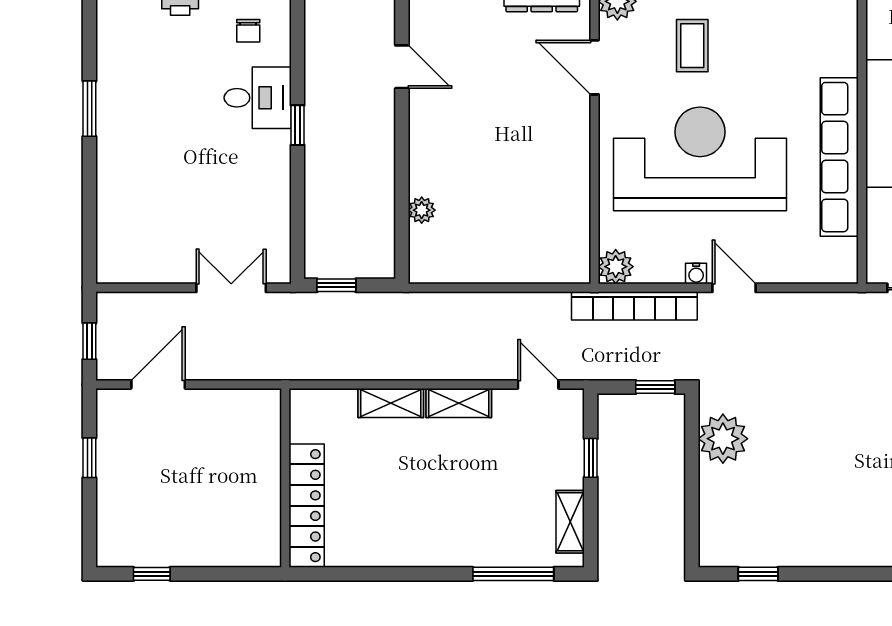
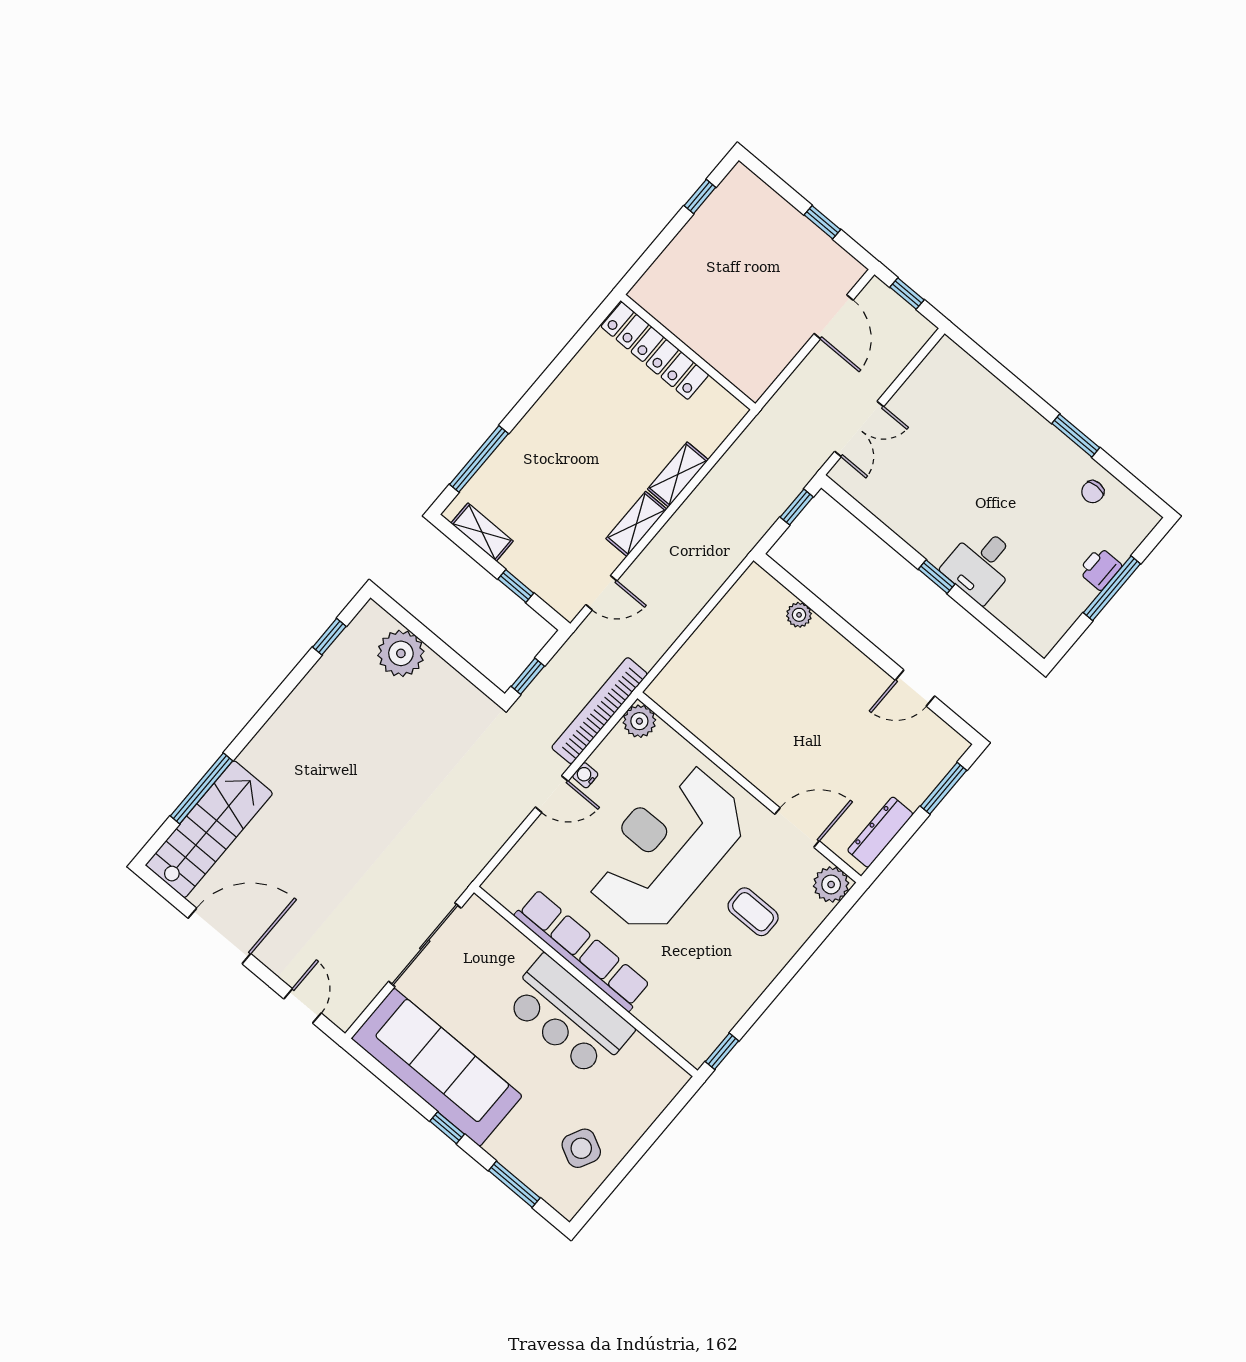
chair: (248, 31) -> (1093, 492), moved, turned -90
reception desk: (700, 159) -> (666, 848), turned 180
plant: (723, 439) -> (401, 653), moved

